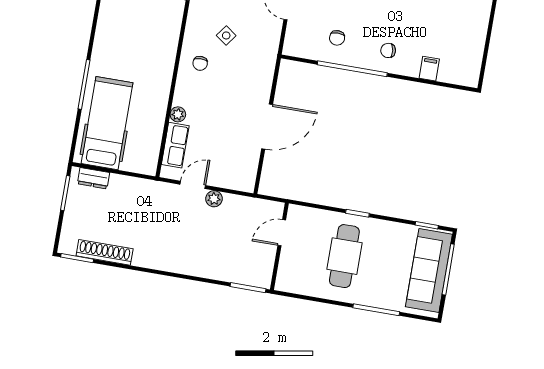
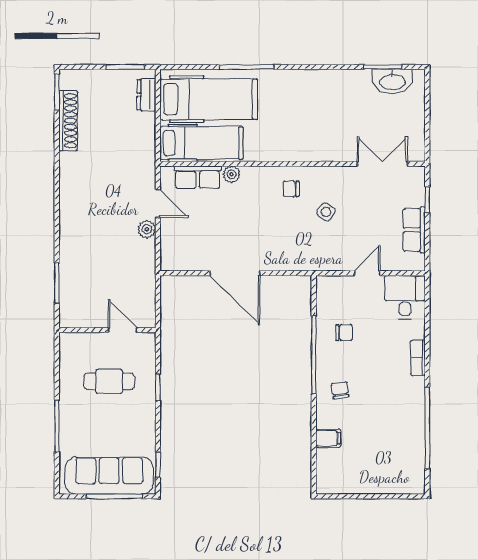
chair: (337, 38) -> (344, 333), turned 180
hospital bed: (145, 136) -> (201, 143), added
door: (282, 233) -> (123, 330), moved
wall: (279, 246) -> (107, 330), moved
cafe table: (344, 256) -> (109, 381), width x0.73, depth x0.74

